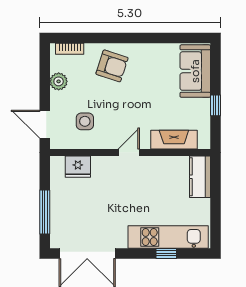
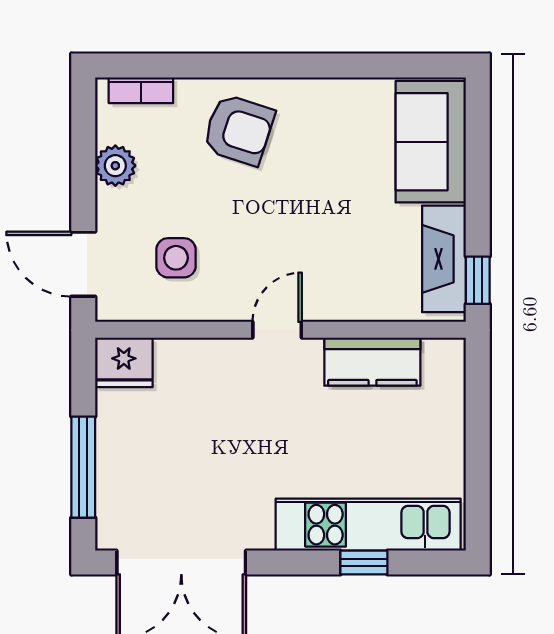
window: (216, 105) -> (478, 280), moved
fireplace: (174, 140) -> (444, 259), moved, turned -90
fridge: (78, 167) -> (124, 362), moved
kitchen counter: (200, 177) -> (372, 362), moved, turned -90

